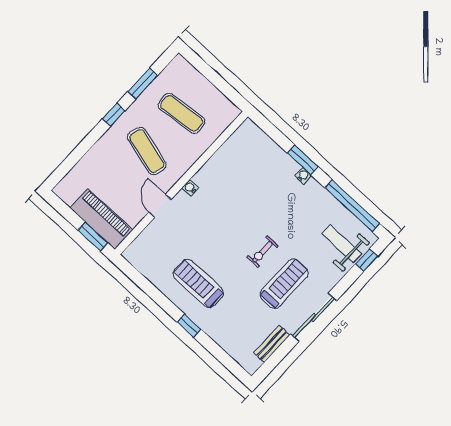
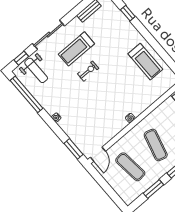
window: (303, 160) -> (73, 149), moved
door: (160, 206) -> (98, 154), moved
treadmill: (198, 283) -> (145, 62), moved
sliding door: (314, 317) -> (48, 35), moved
window: (189, 326) -> (128, 13), moved

